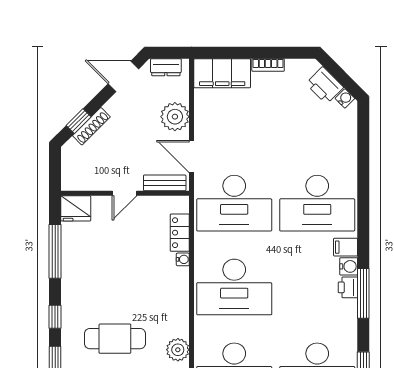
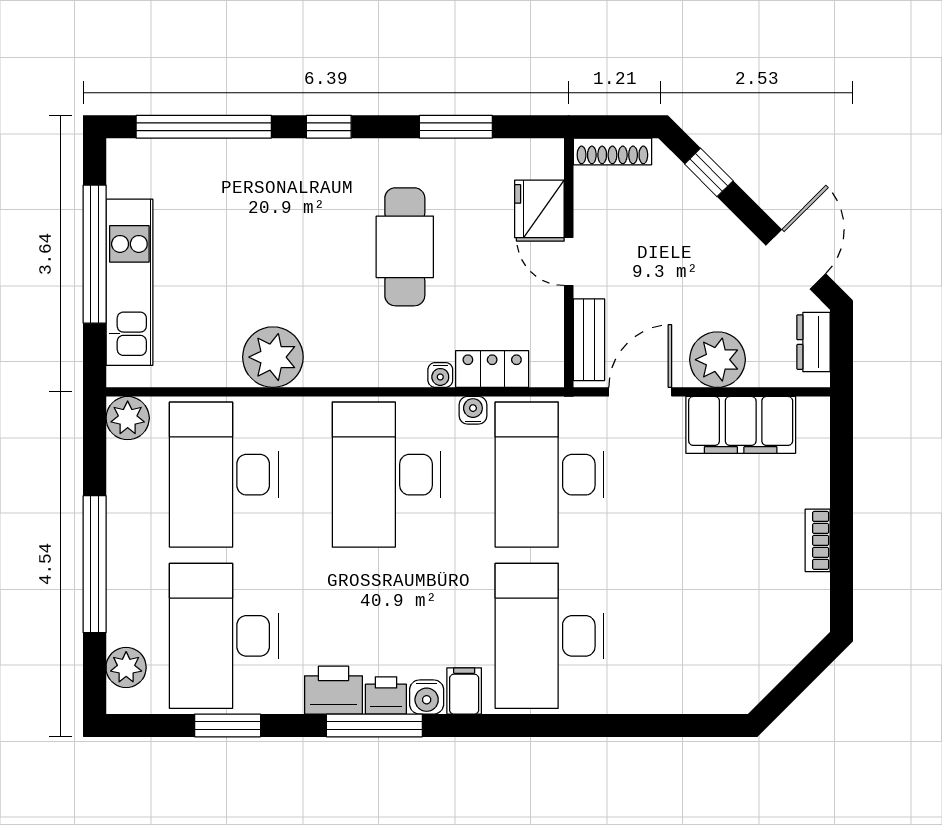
filing cabinet: (222, 73) -> (741, 425), moved, turned -90
printer: (325, 85) -> (333, 690), moved, turned 45
water cooler: (345, 98) -> (473, 410), moved, turned -135
shoe rack: (91, 126) -> (612, 151), moved, turned -45
fridge: (76, 208) -> (539, 209), moved
window: (55, 251) -> (456, 127), width x0.69
cafe table: (115, 339) -> (405, 247), moved
plant: (178, 350) -> (273, 357), width x1.36, depth x1.36

